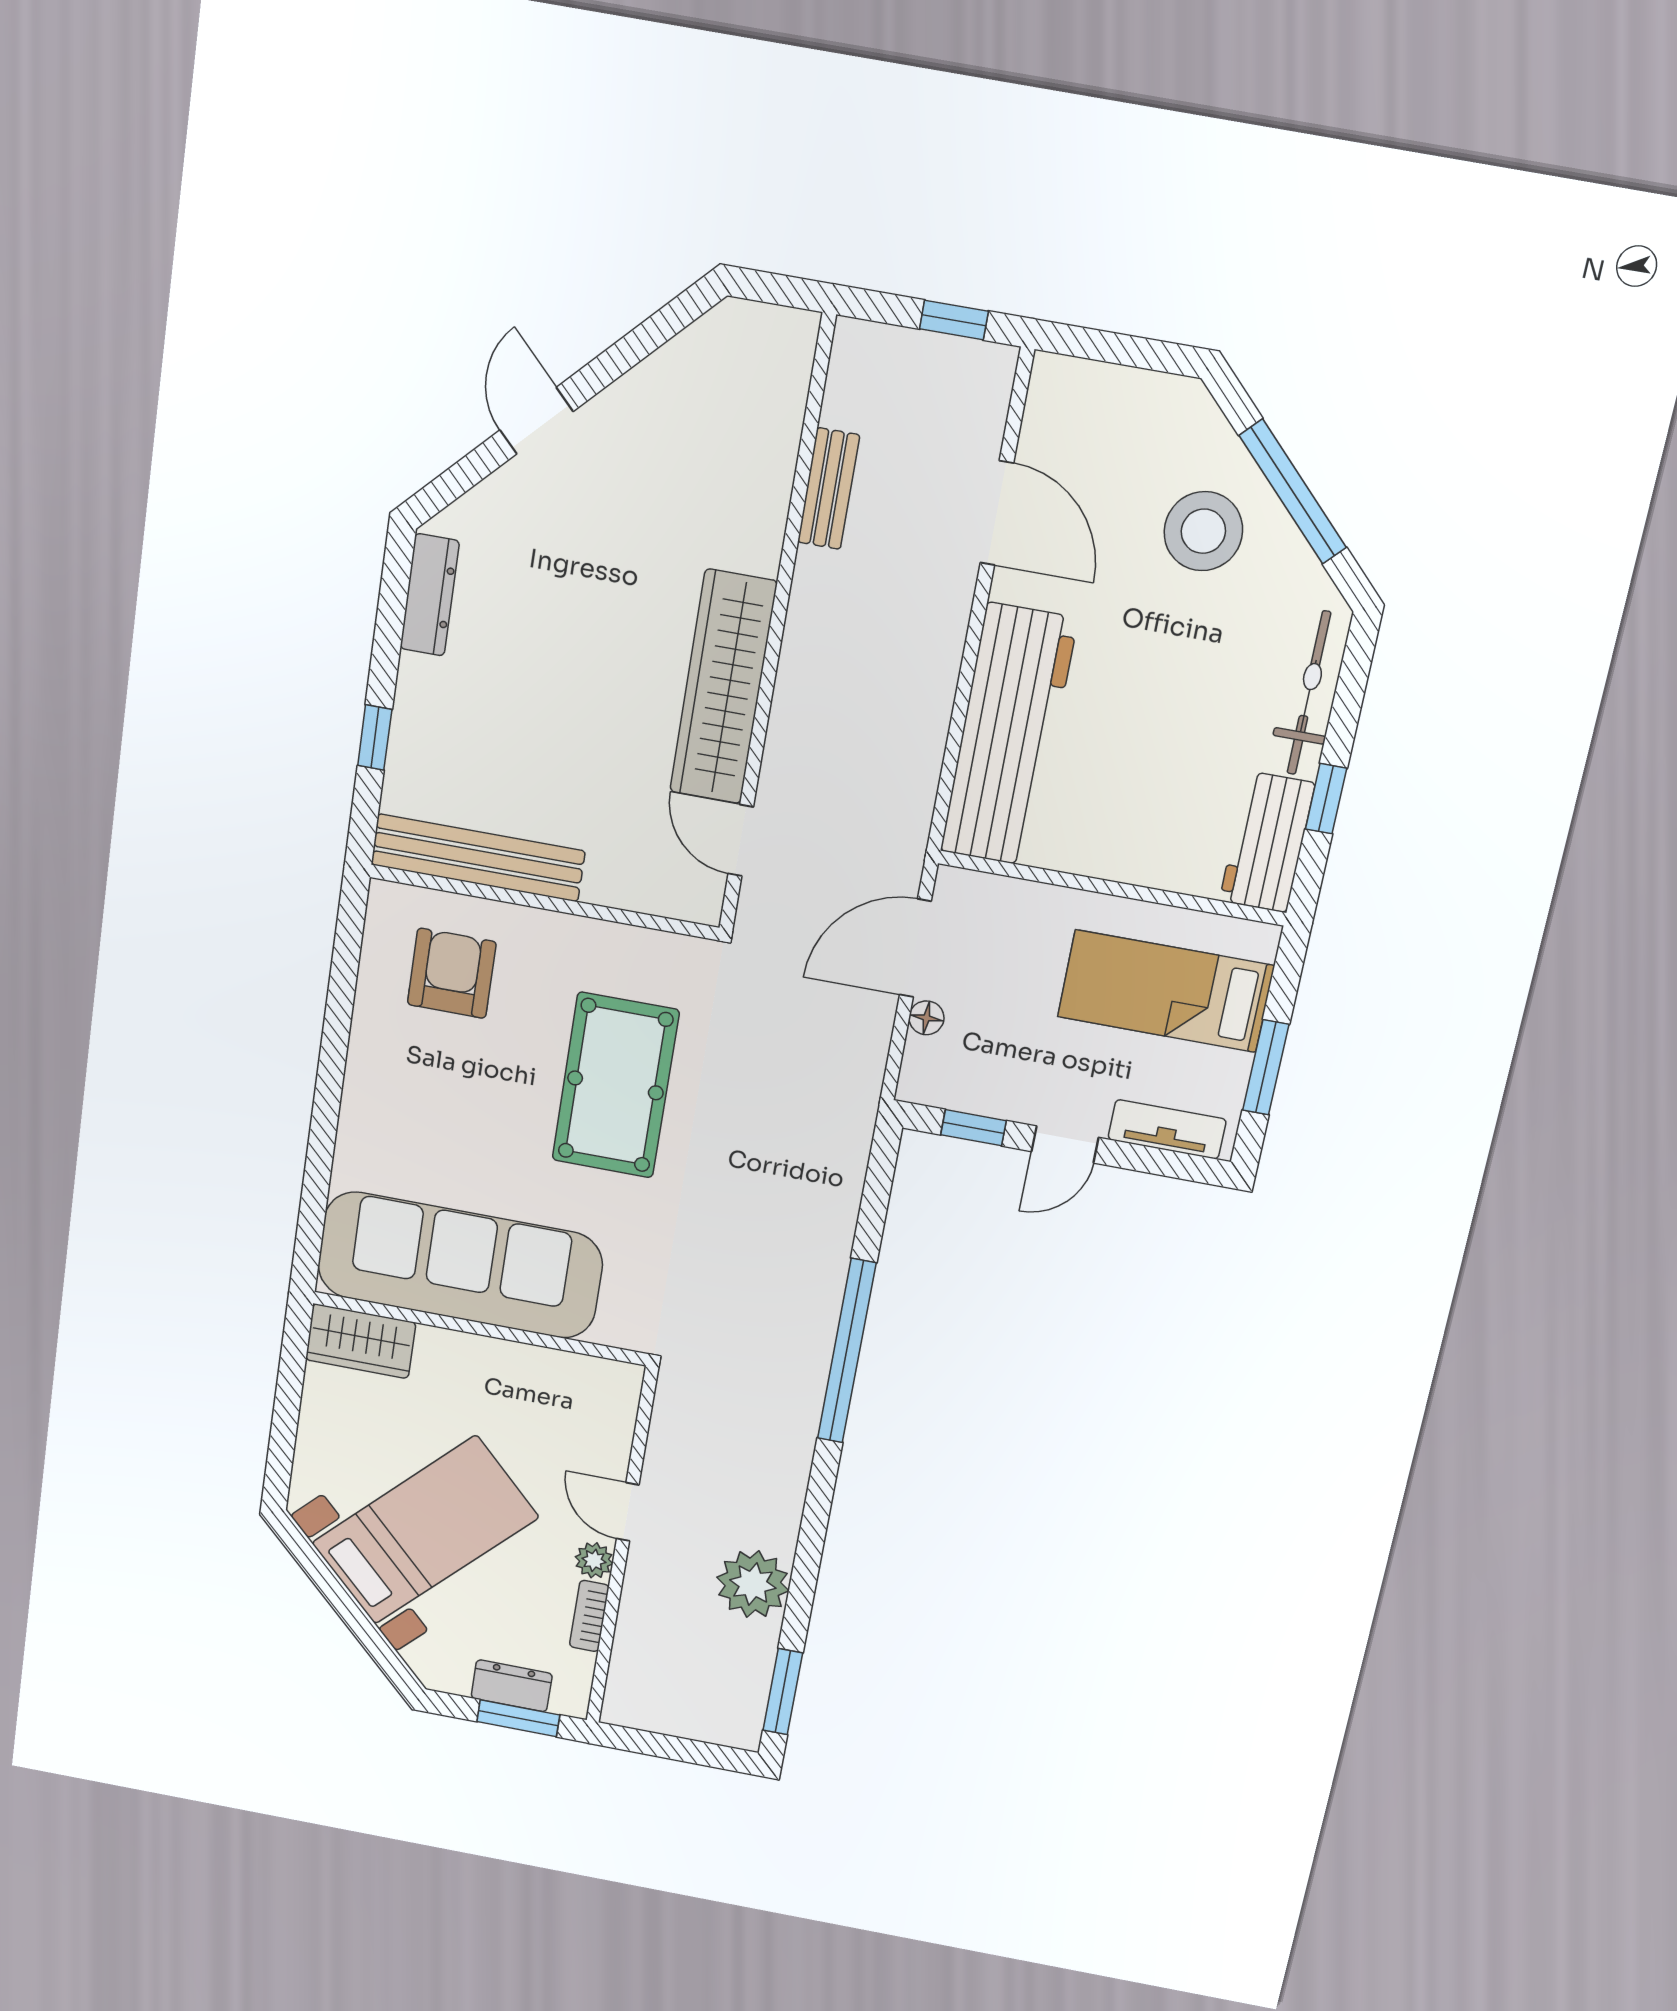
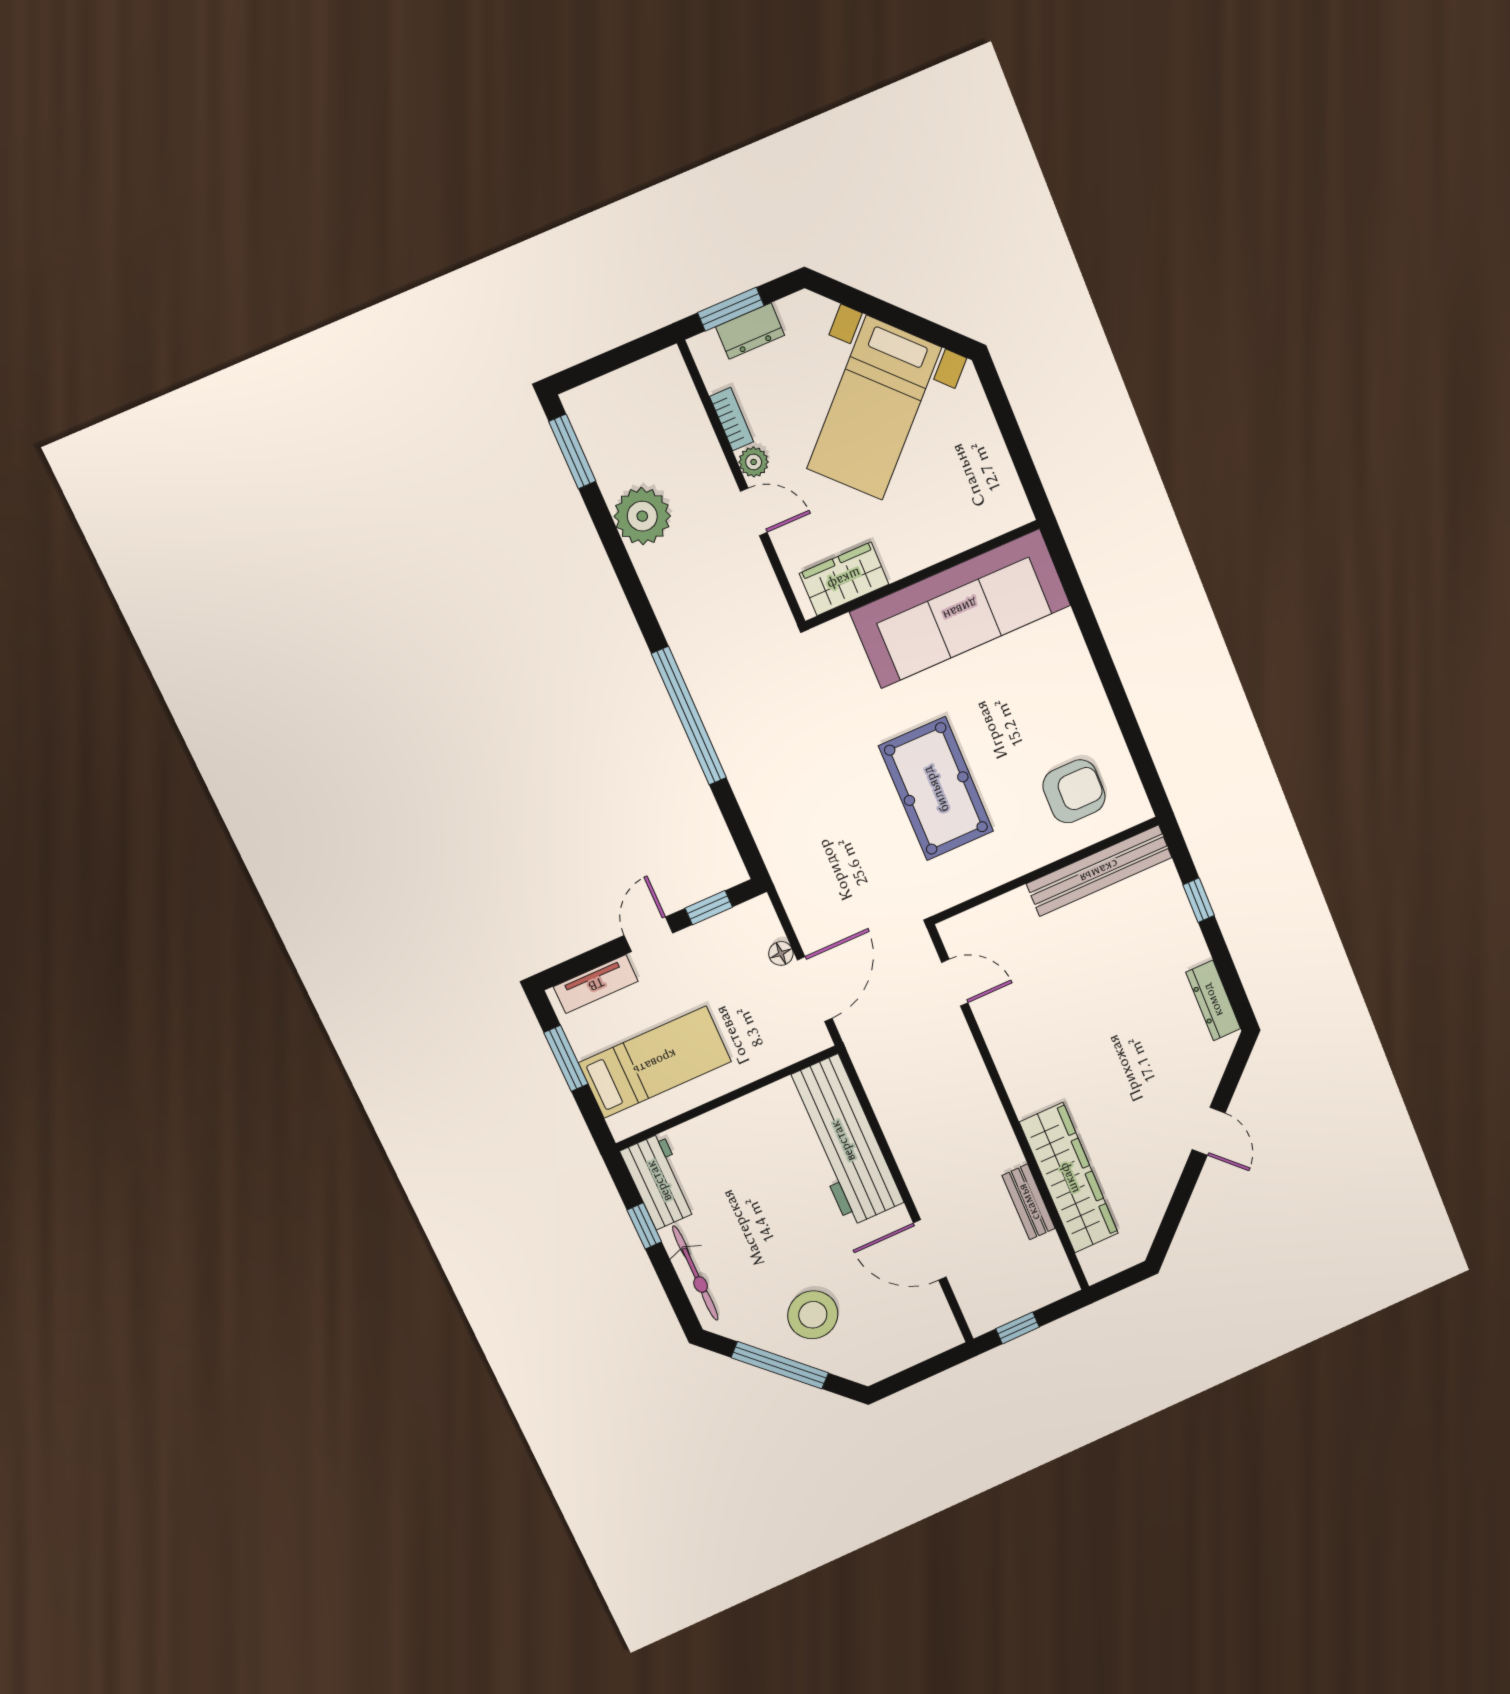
wardrobe: (723, 687) -> (1069, 1178), moved
armchair: (452, 973) -> (1074, 791), turned -90
wardrobe: (361, 1341) -> (844, 579), moved

